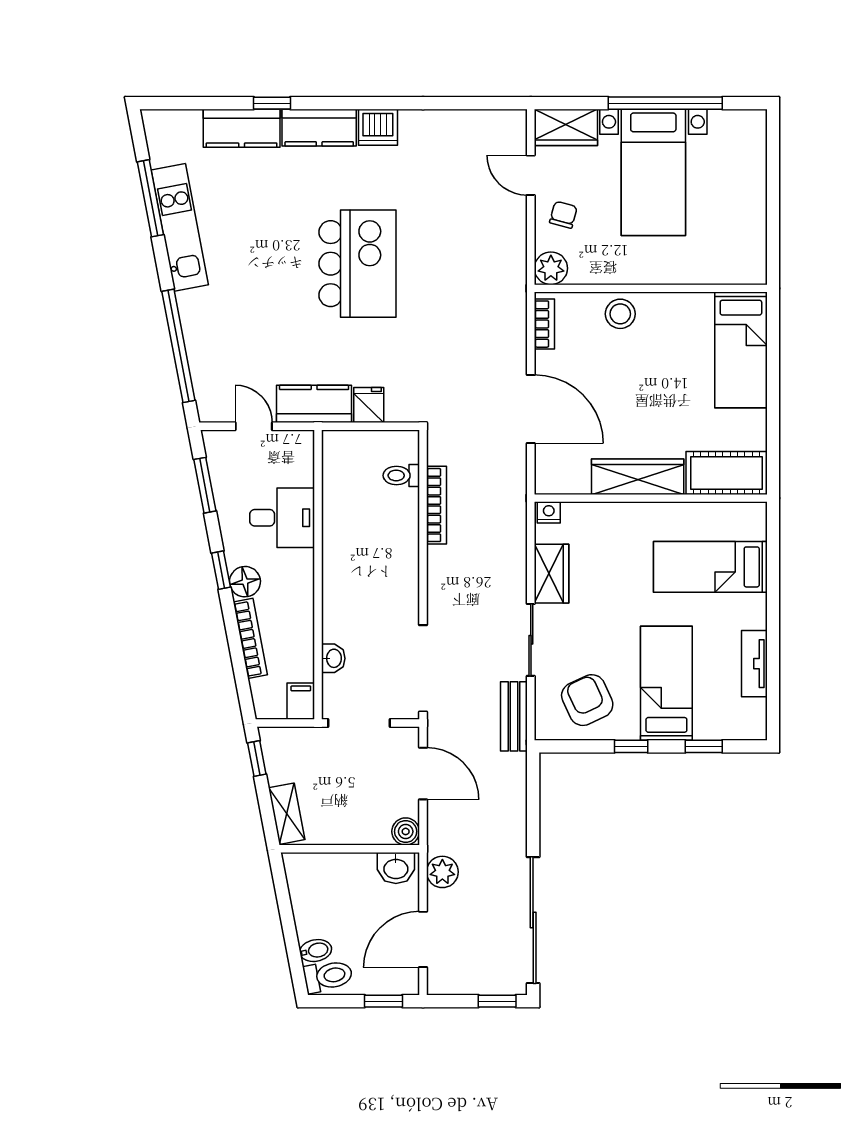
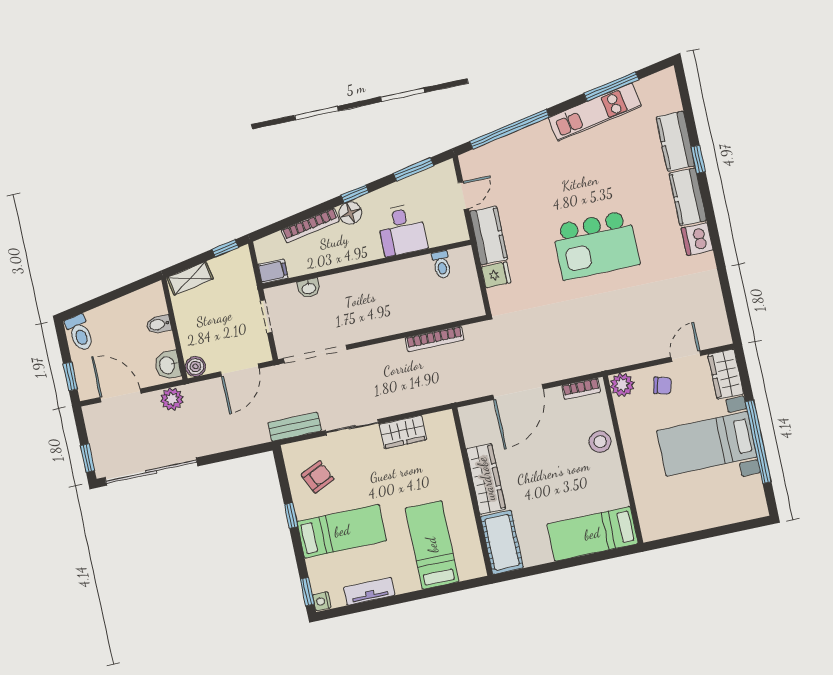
toilet: (401, 475) -> (442, 265), moved, turned 180
nightstand: (549, 512) -> (322, 601), moved, turned 180
armchair: (587, 700) -> (318, 477), width x0.72, depth x0.72
doorway: (359, 723) -> (266, 316), width x0.73
window: (704, 746) -> (307, 592), moved
bidet: (316, 951) -> (159, 324), moved, turned 101

